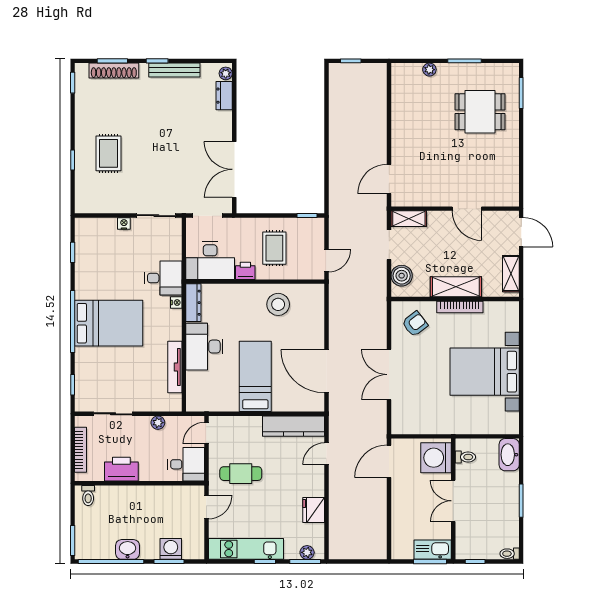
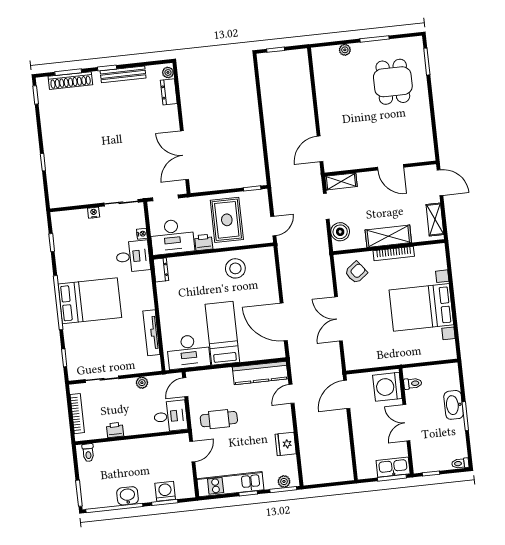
dining table: (480, 112) -> (393, 82), turned 90
rug: (108, 153) -> (74, 153), removed
rug: (274, 248) -> (227, 220), width x1.36, depth x1.43
nightstand: (176, 303) -> (142, 234), moved
dresser: (193, 303) -> (161, 270), width x0.70
desk: (204, 347) -> (188, 352), moved, turned -90
washbasin: (509, 455) -> (454, 405), moved
printer: (121, 469) -> (115, 430), width x0.53, depth x0.68

